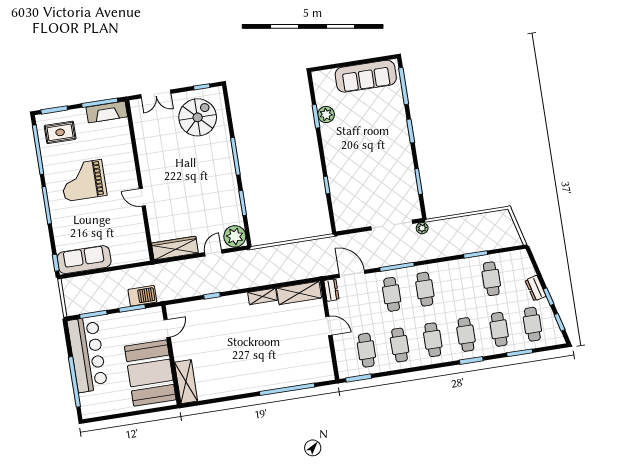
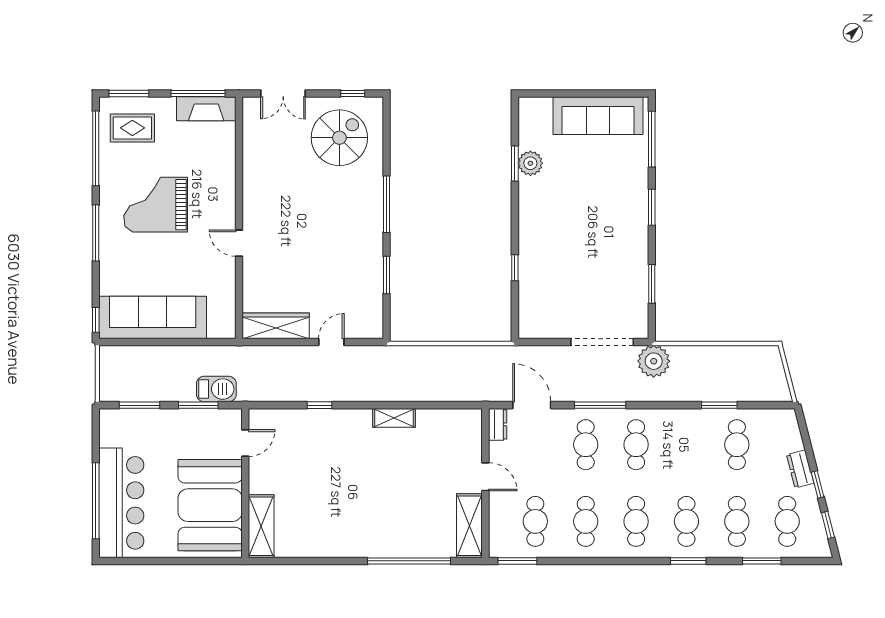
plant: (422, 228) -> (654, 361), width x1.88, depth x1.88
plant: (235, 236) -> (367, 323), removed
sofa: (84, 260) -> (153, 317), width x1.36, depth x1.27
shelving: (299, 293) -> (469, 526), moved, turned 90
bar counter: (87, 355) -> (121, 503), moved

